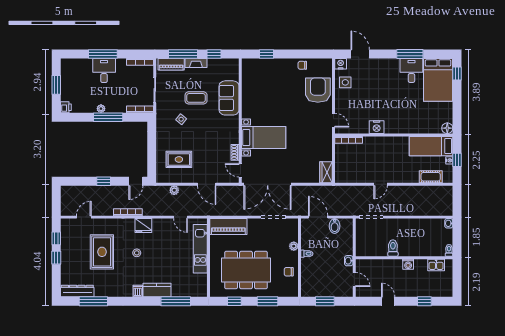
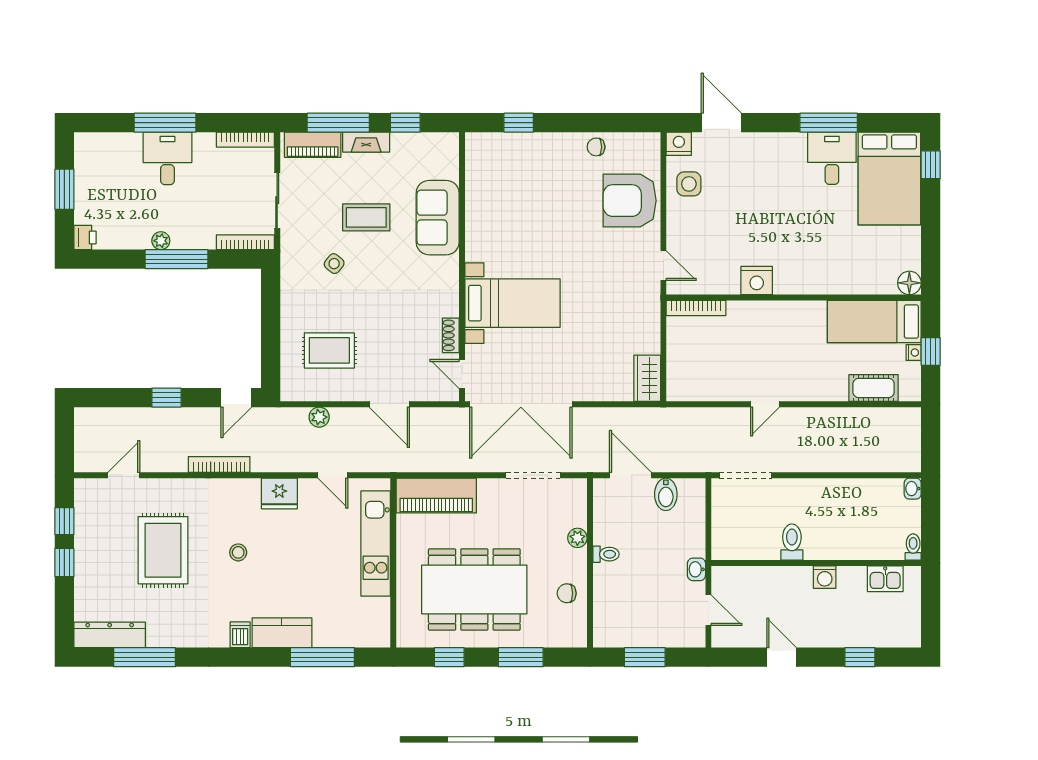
armchair: (318, 90) -> (630, 201), turned -90
fridge: (143, 226) -> (279, 493), moved

